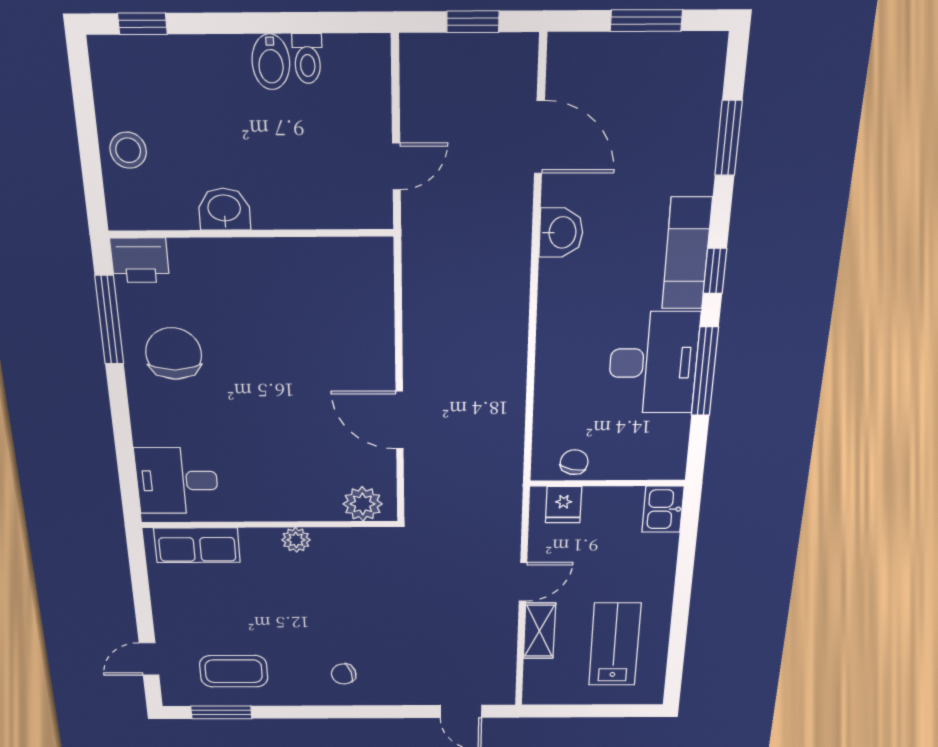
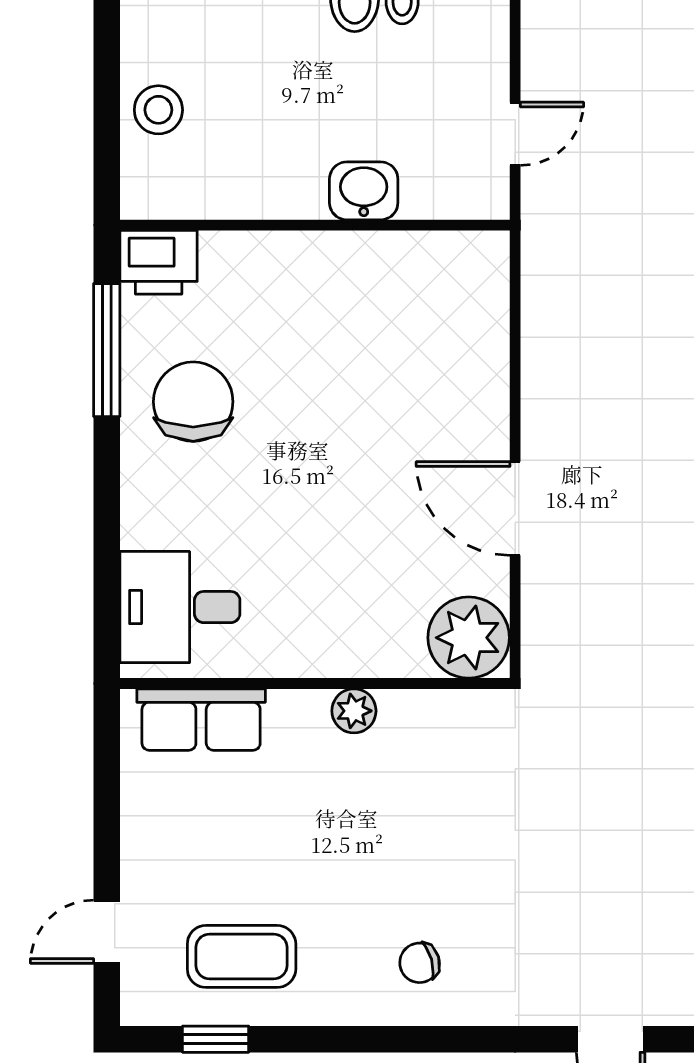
washbasin: (224, 209) -> (364, 191), moved
plant: (363, 504) -> (469, 638), width x1.36, depth x1.36
window: (221, 712) -> (216, 1039), width x0.67

